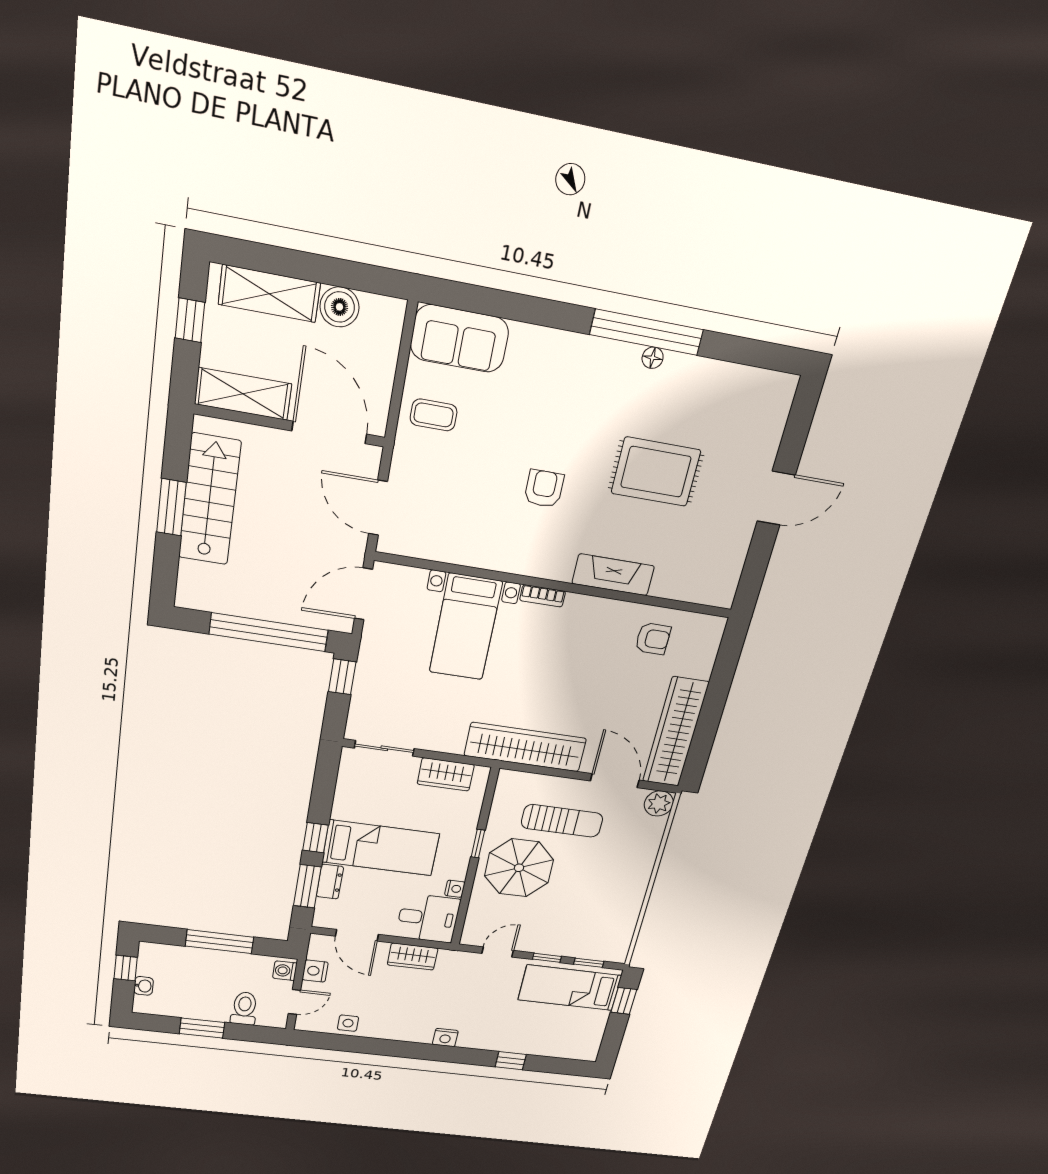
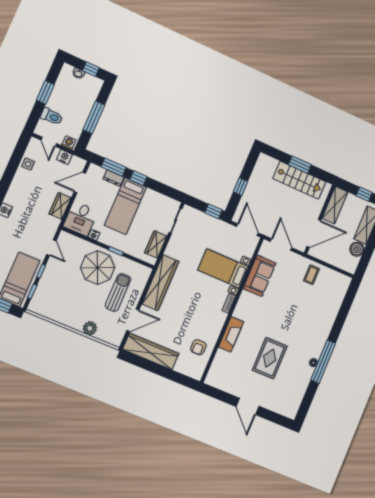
sofa: (459, 339) -> (259, 276), moved, turned 180
armchair: (544, 489) -> (273, 312), removed
door: (378, 508) -> (281, 245), hinge flipped
window: (269, 632) -> (241, 187), width x0.32
plant: (659, 803) -> (90, 328), moved
sun lounger: (562, 821) -> (118, 292), turned 180

